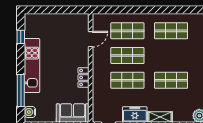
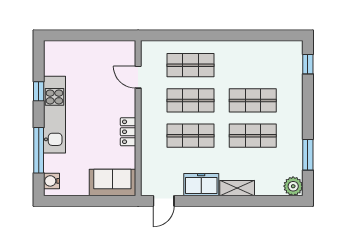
shop shelf: (171, 31) -> (253, 100), moved
window: (21, 37) -> (39, 91), moved
door: (91, 39) -> (138, 77), swing flipped

